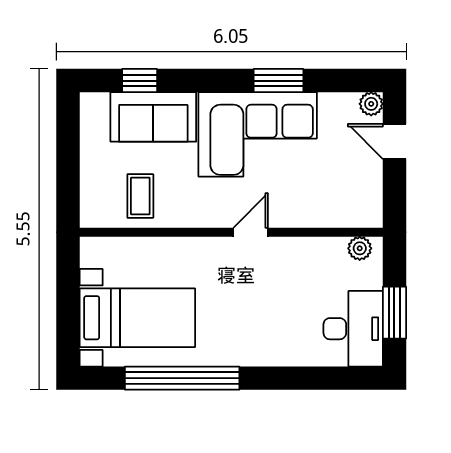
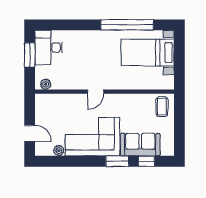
window: (278, 81) -> (117, 161), moved
plant: (371, 104) -> (59, 151), moved
coffee table: (140, 196) -> (162, 107), moved

